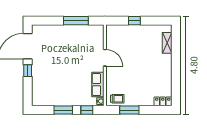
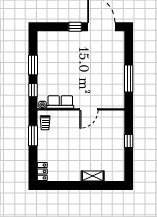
shelving: (167, 43) -> (93, 176), moved

